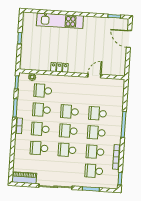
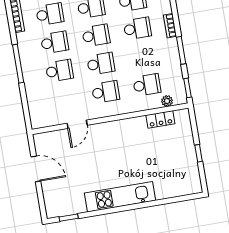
kitchen unit: (60, 21) -> (120, 197), moved
door: (129, 39) -> (36, 169), moved
locker: (59, 67) -> (160, 119), moved
school desk: (42, 110) -> (106, 92), moved

